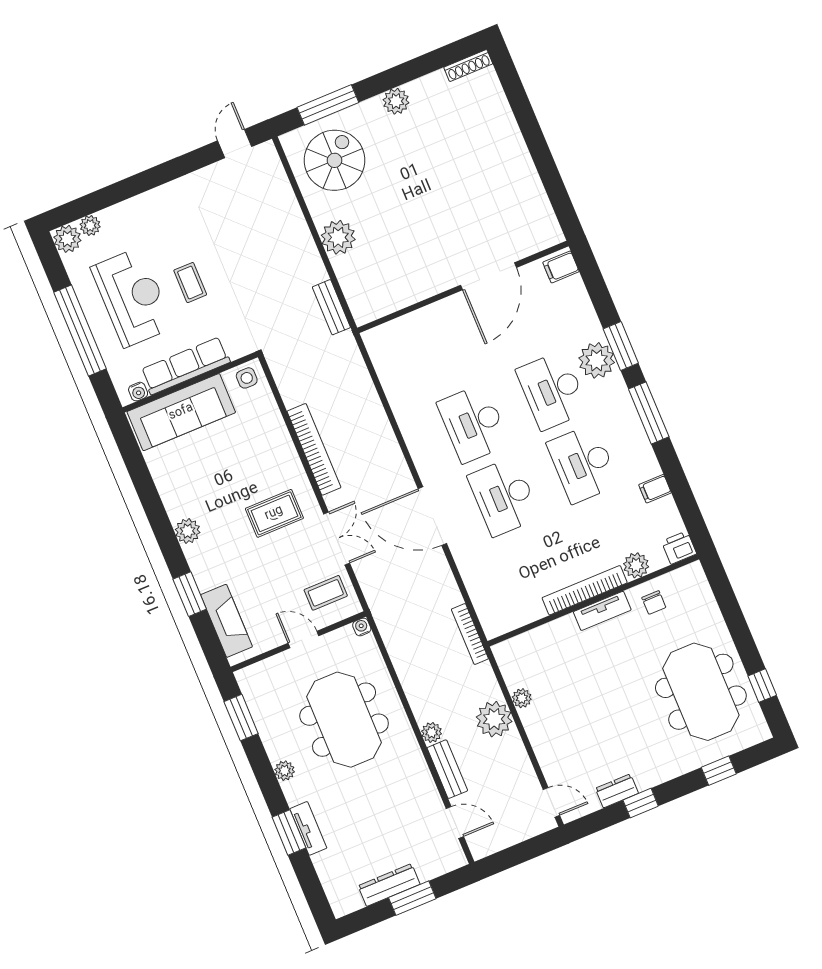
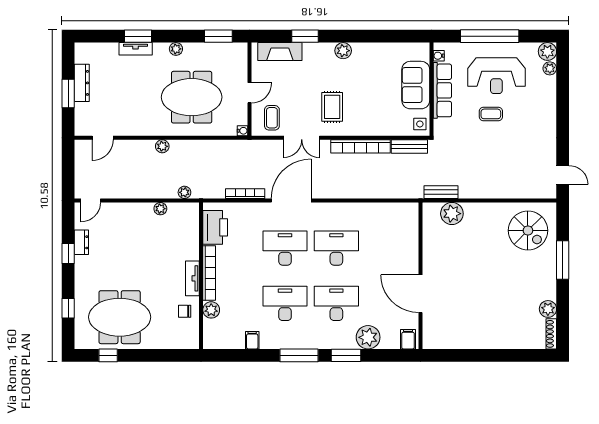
plant: (396, 101) -> (548, 309), moved
window: (328, 105) -> (563, 260), moved
plant: (338, 237) -> (452, 214), moved
plant: (597, 360) -> (368, 337), moved
sofa: (181, 412) -> (416, 85), width x0.73
printer: (679, 548) -> (215, 227), moved, width x1.87, depth x1.48
bookcase: (470, 634) -> (245, 194), moved
plant: (494, 719) -> (184, 192), moved, width x0.53, depth x0.53
bench: (447, 769) -> (409, 147), moved

